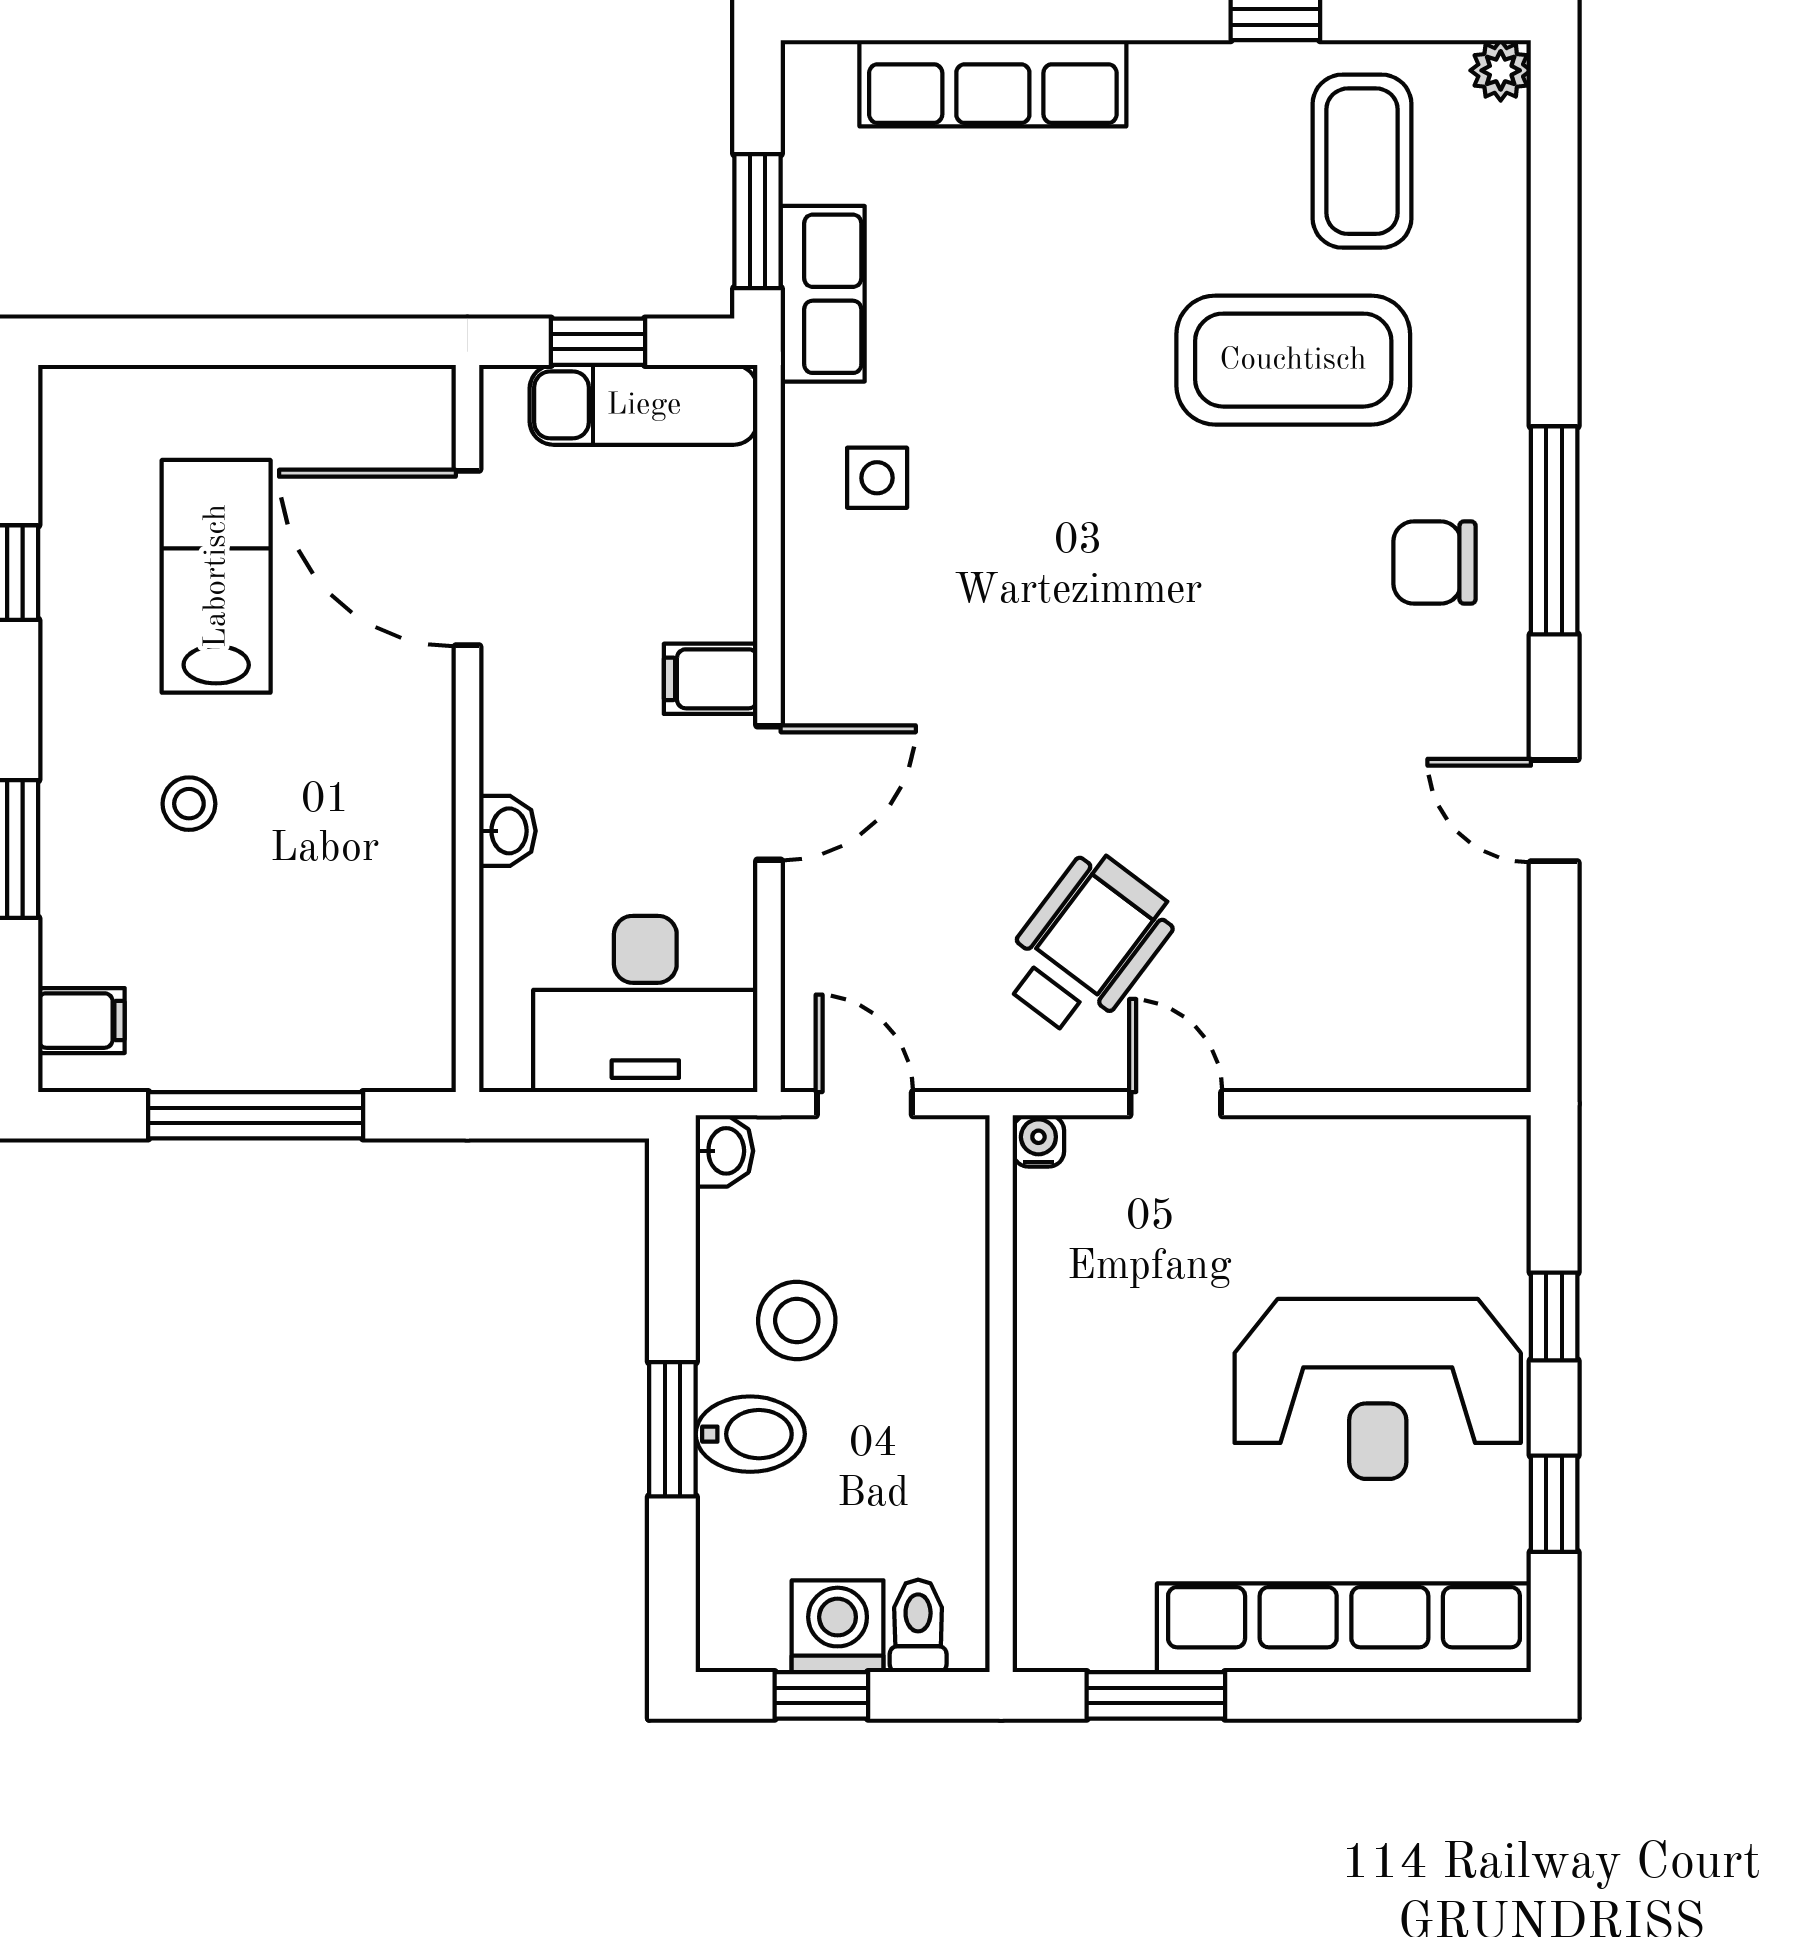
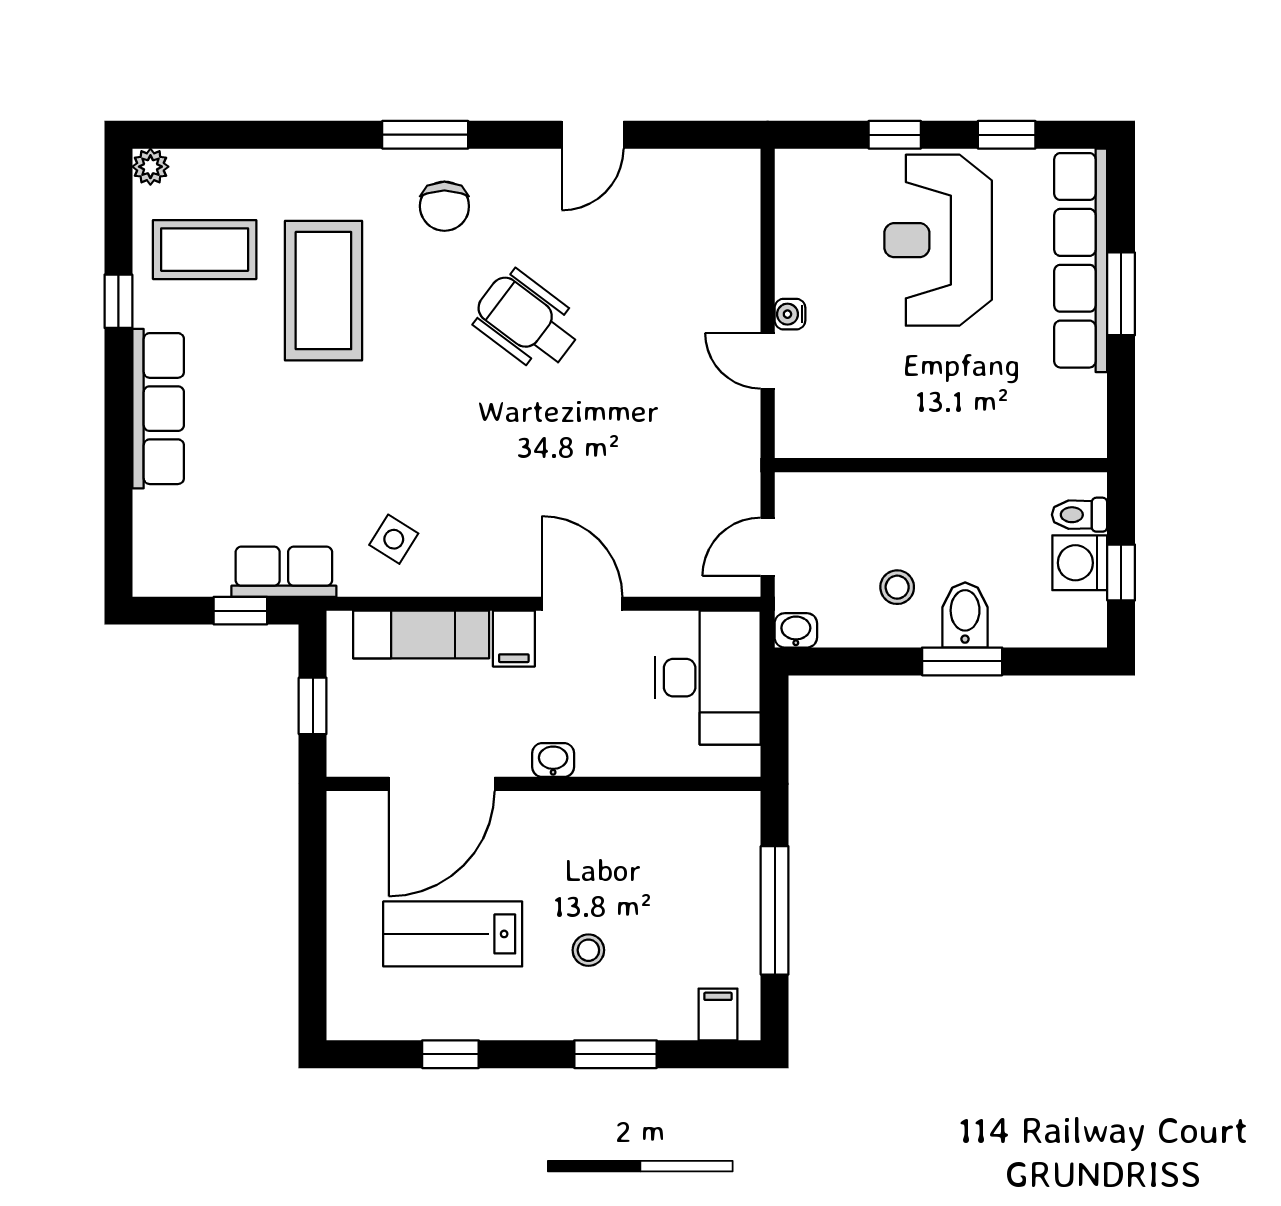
row of seats: (993, 83) -> (158, 409), moved
window: (757, 221) -> (240, 611), width x0.67
exam couch: (644, 405) -> (421, 634), moved, turned 90
side table: (877, 478) -> (394, 539), turned 32
window: (1554, 530) -> (425, 135), width x0.69
washbasin: (507, 831) -> (553, 760), moved
wheelchair: (1087, 945) -> (527, 321), moved
door: (1176, 1104) -> (768, 361), hinge flipped
water cooler: (1038, 1141) -> (790, 314), moved
stool: (797, 1320) -> (897, 587), width x0.73, depth x0.73
reception desk: (1378, 1389) -> (938, 240), turned 180
window: (1156, 1695) -> (1121, 294), moved

